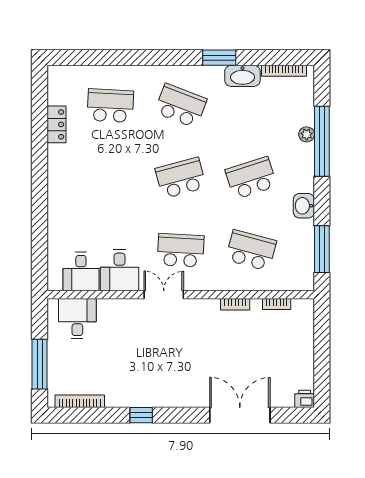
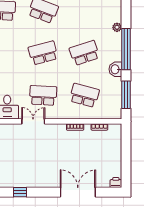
window: (322, 141) -> (126, 49), moved

